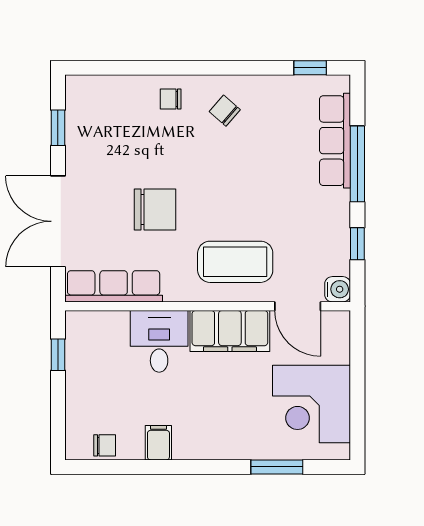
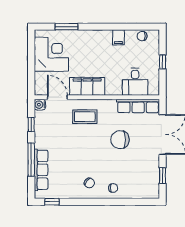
coffee table: (235, 262) -> (85, 117), width x0.73, depth x0.76
desk: (159, 341) -> (135, 82), moved
window: (58, 355) -> (163, 62), moved

